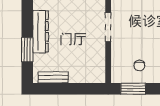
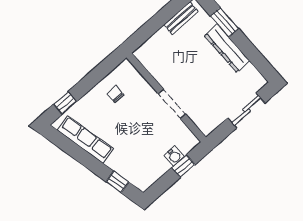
window: (133, 89) -> (103, 69), removed

